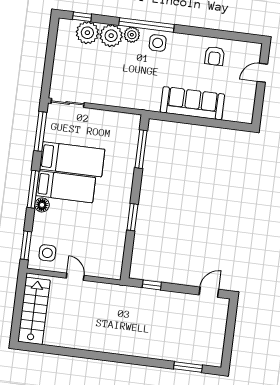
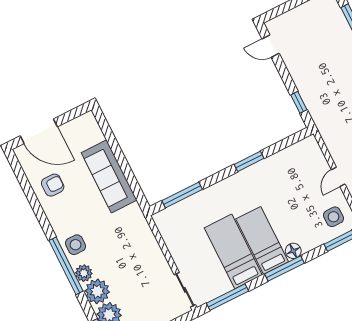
door: (262, 73) -> (39, 131), width x1.87

